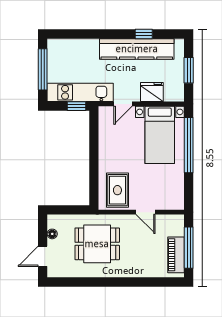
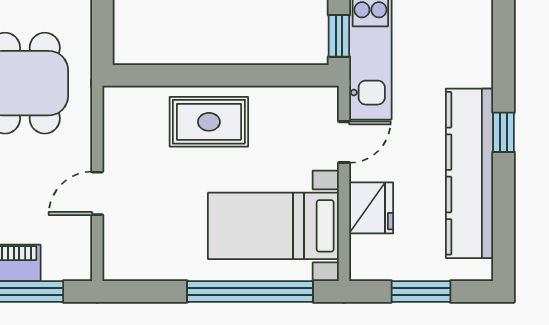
window: (144, 34) -> (504, 132), moved
door: (123, 104) -> (344, 142), swing flipped
rug: (117, 190) -> (209, 122), moved

